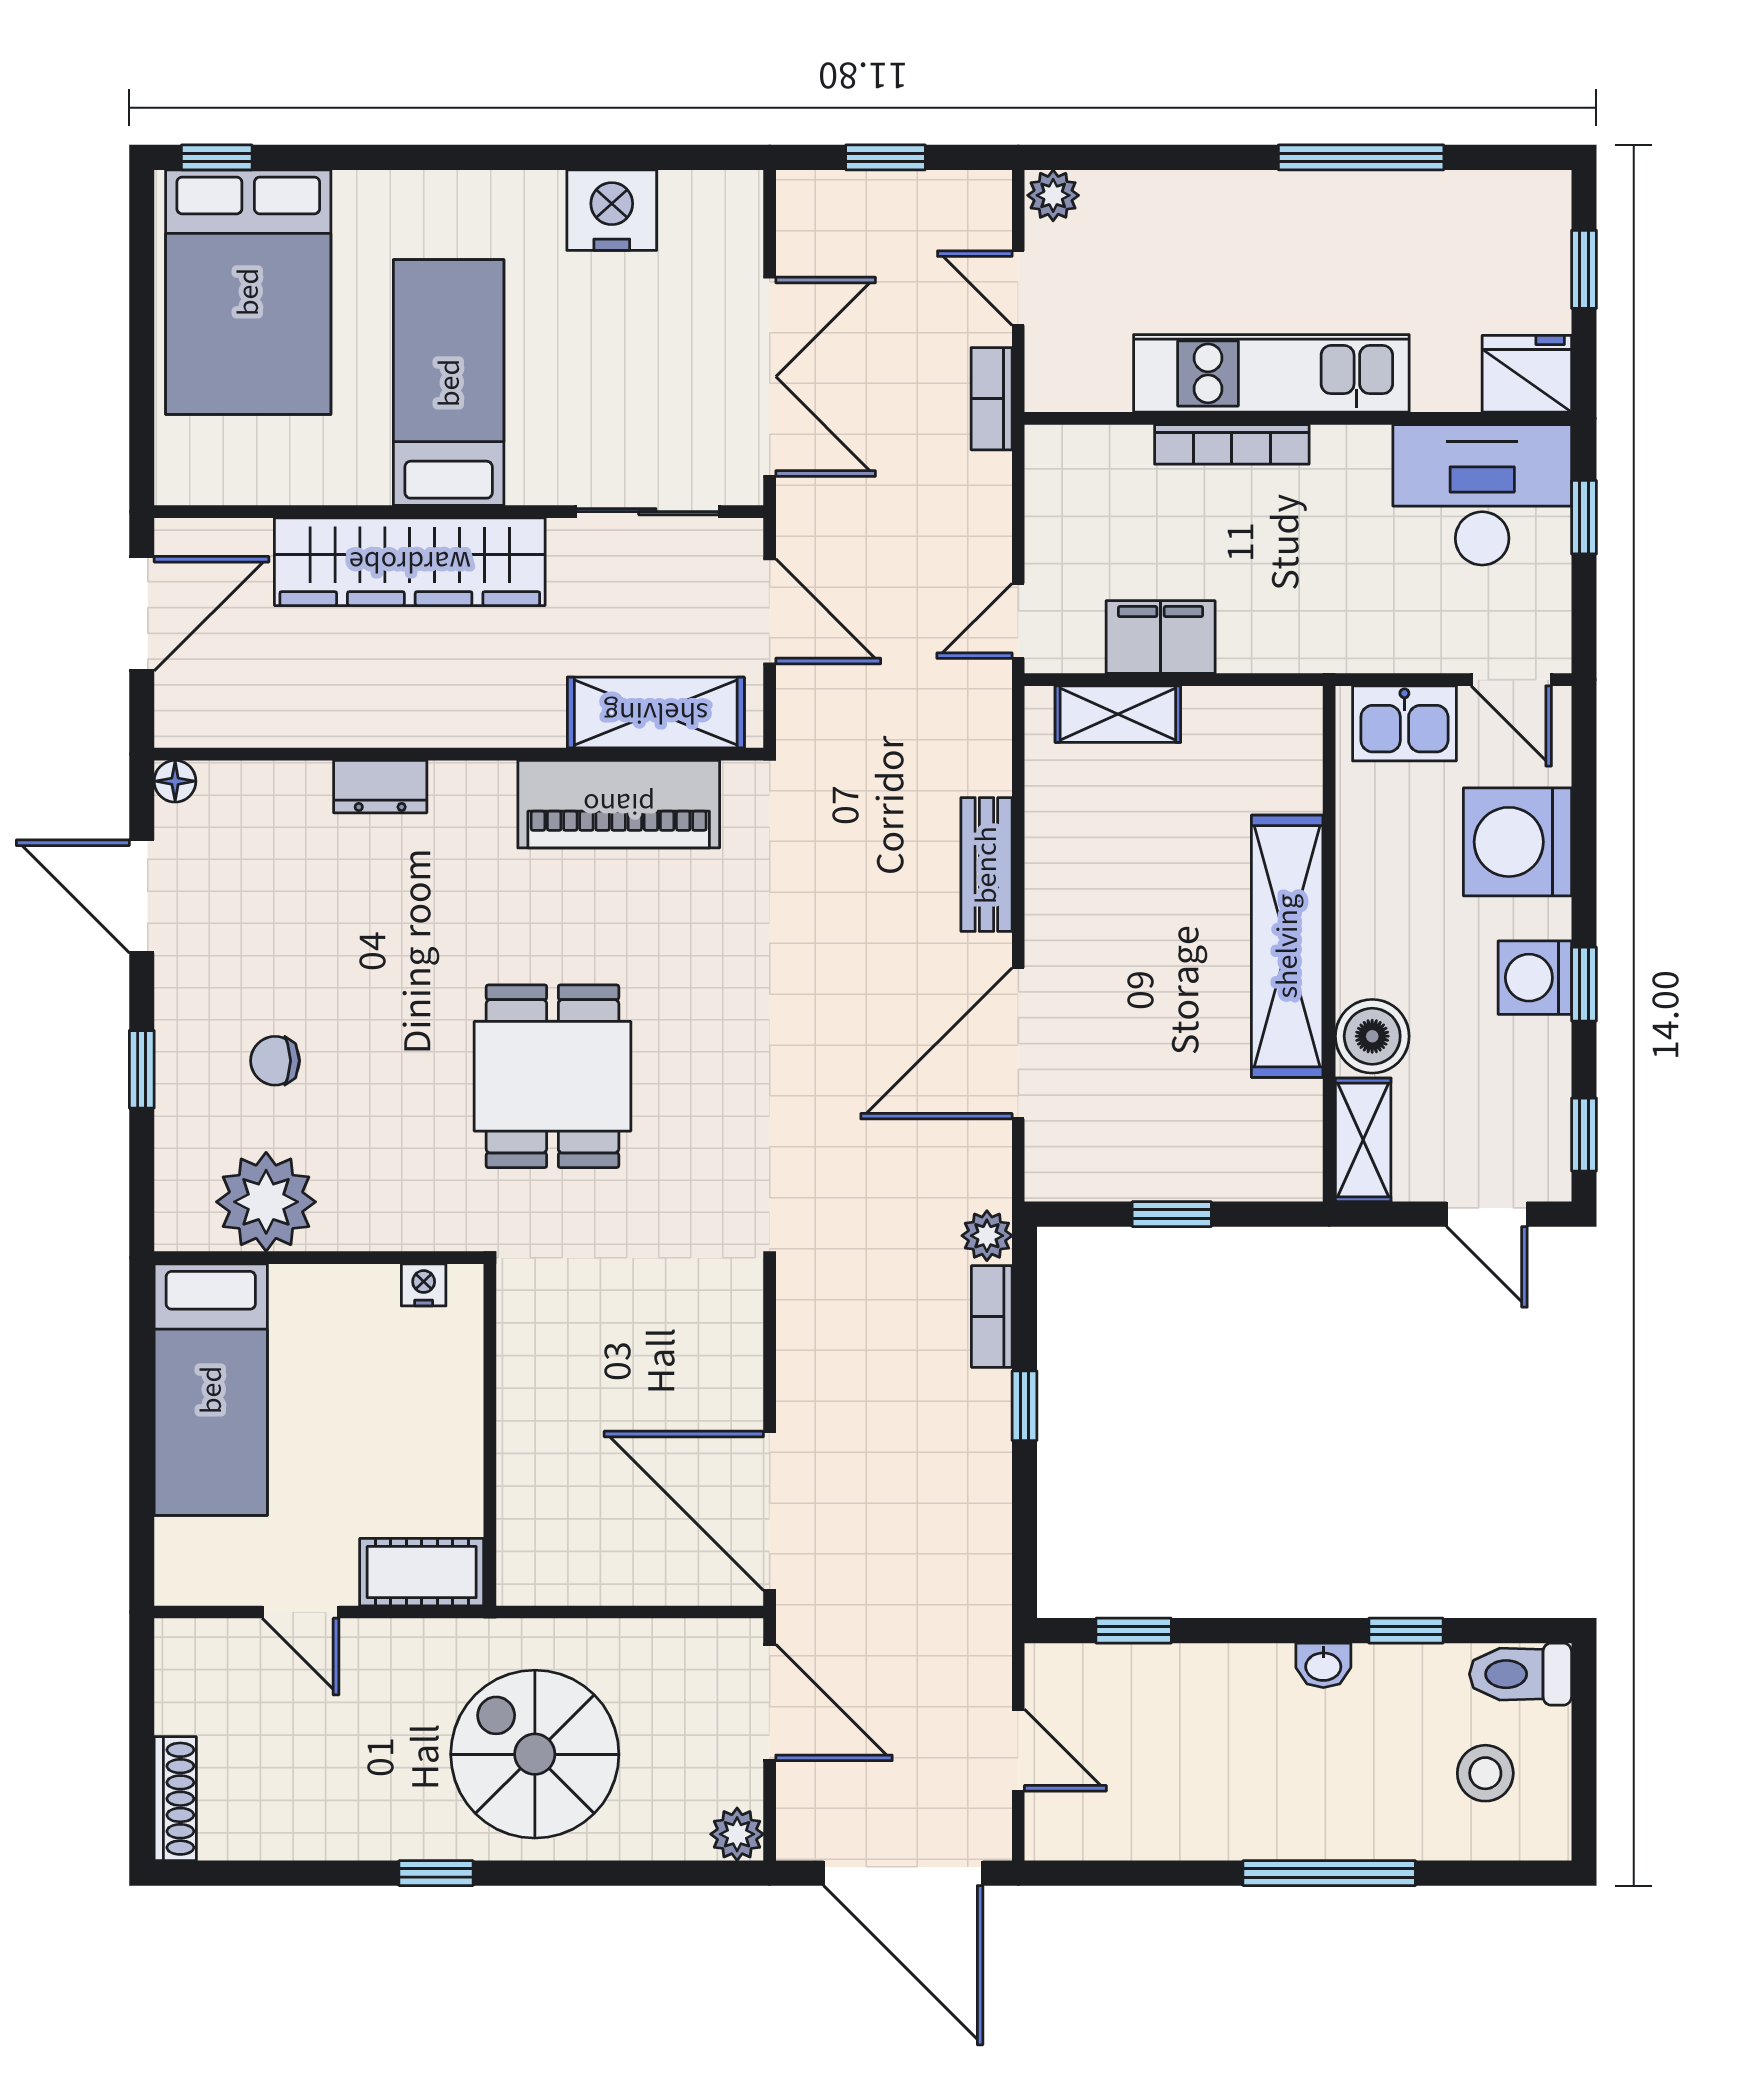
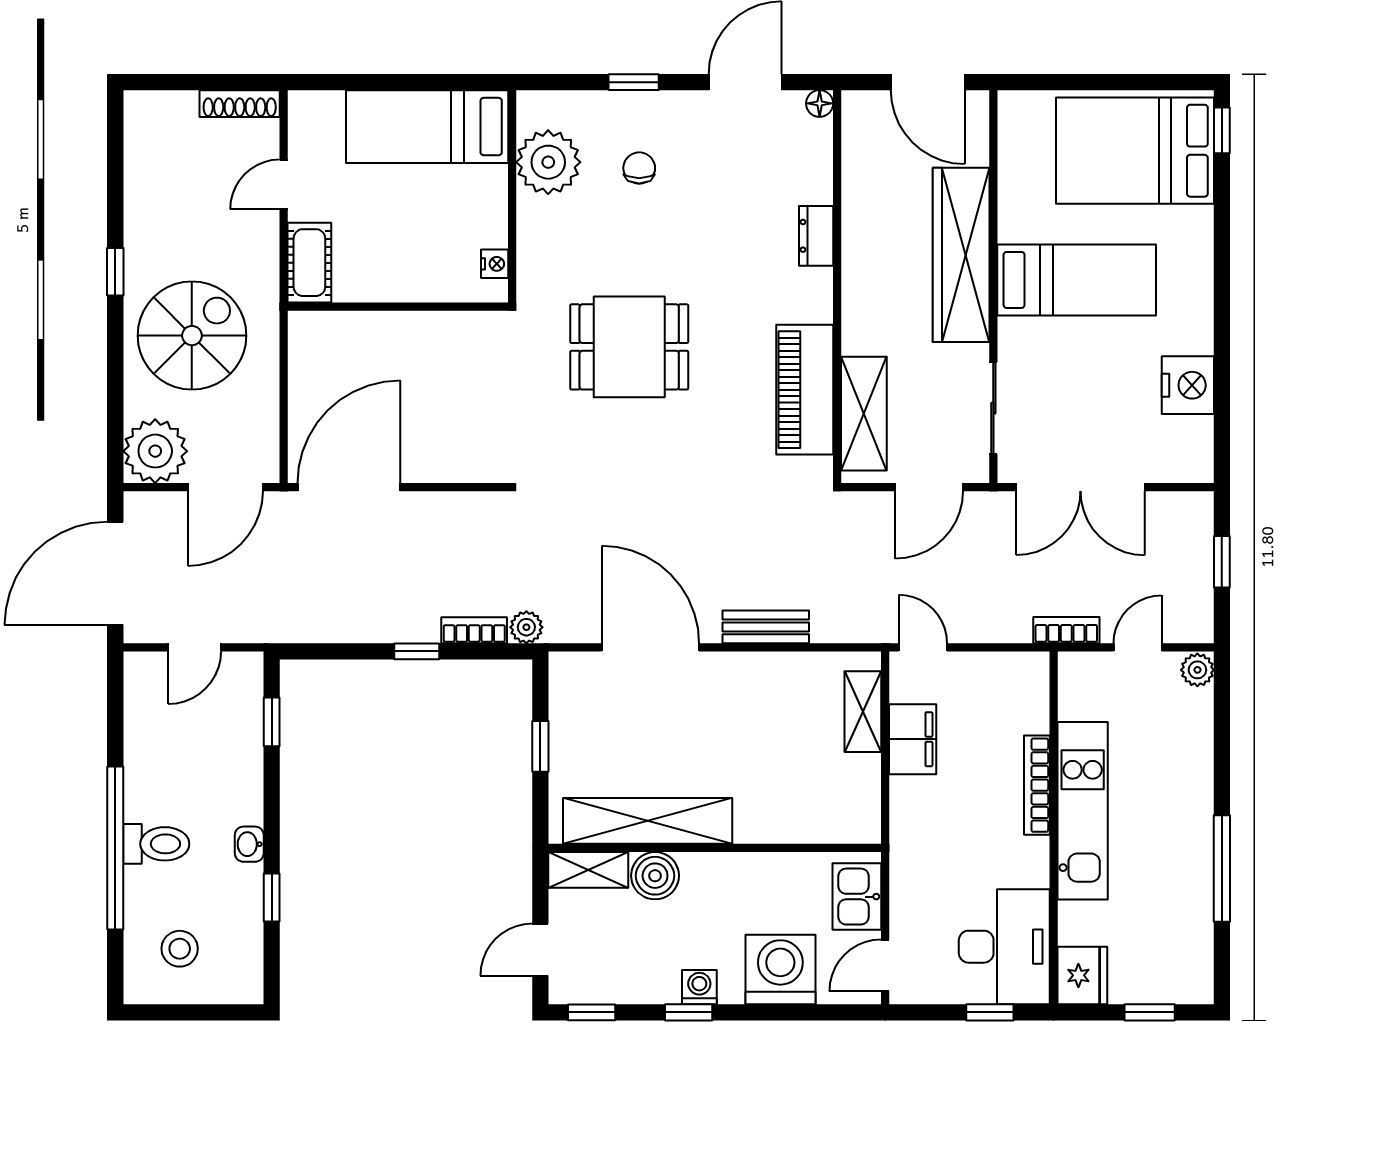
shelving: (1287, 946) -> (648, 821), moved
washing machine: (1535, 978) -> (699, 987), width x0.73, depth x0.73
toilet: (1520, 1674) -> (156, 844), moved, turned 90
shoe rack: (175, 1799) -> (240, 104), moved
plant: (737, 1834) -> (155, 451), width x1.87, depth x1.87
window: (1329, 1873) -> (115, 848), width x1.46

